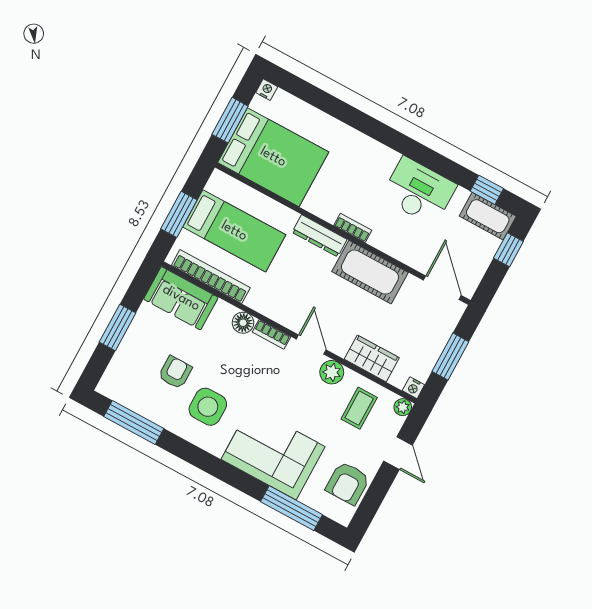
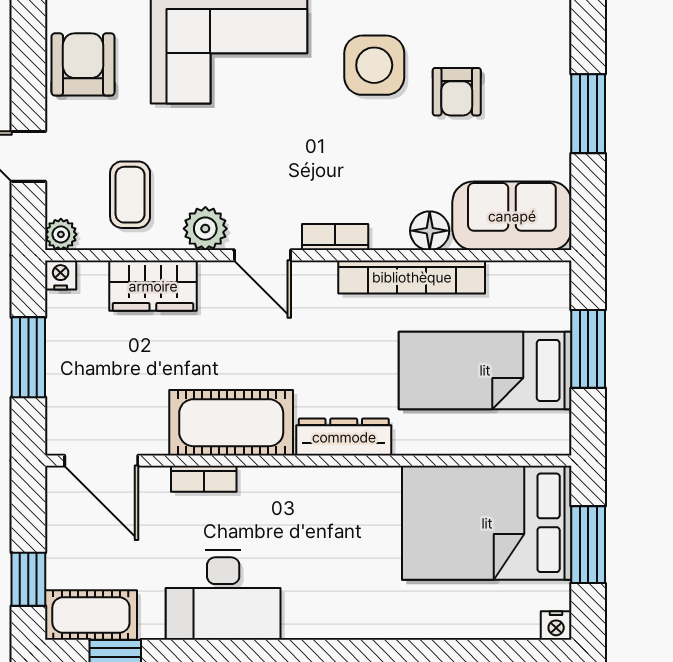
bookcase: (353, 228) -> (204, 479), moved
bookcase: (211, 276) -> (412, 277), moved
floor lamp: (243, 323) -> (430, 231), moved

